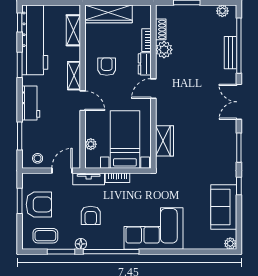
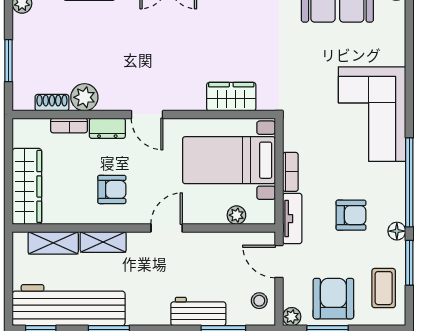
armchair: (107, 67) -> (112, 189), turned 180
shelving: (74, 76) -> (103, 242), moved
workbench: (31, 103) -> (198, 312), moved
plant: (28, 179) -> (292, 317), added

